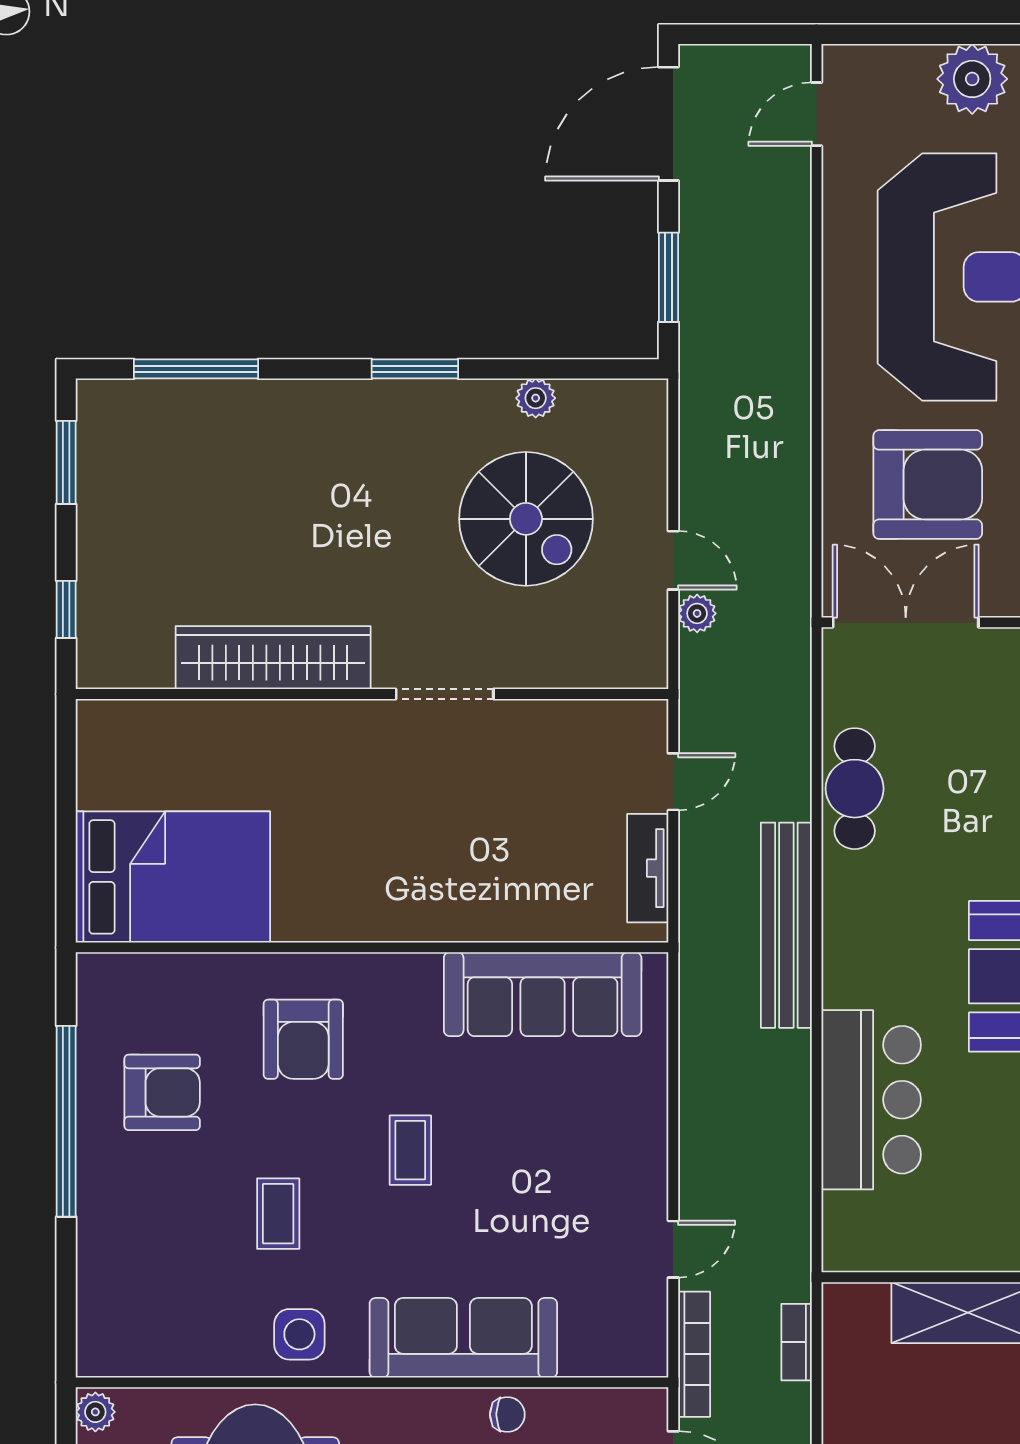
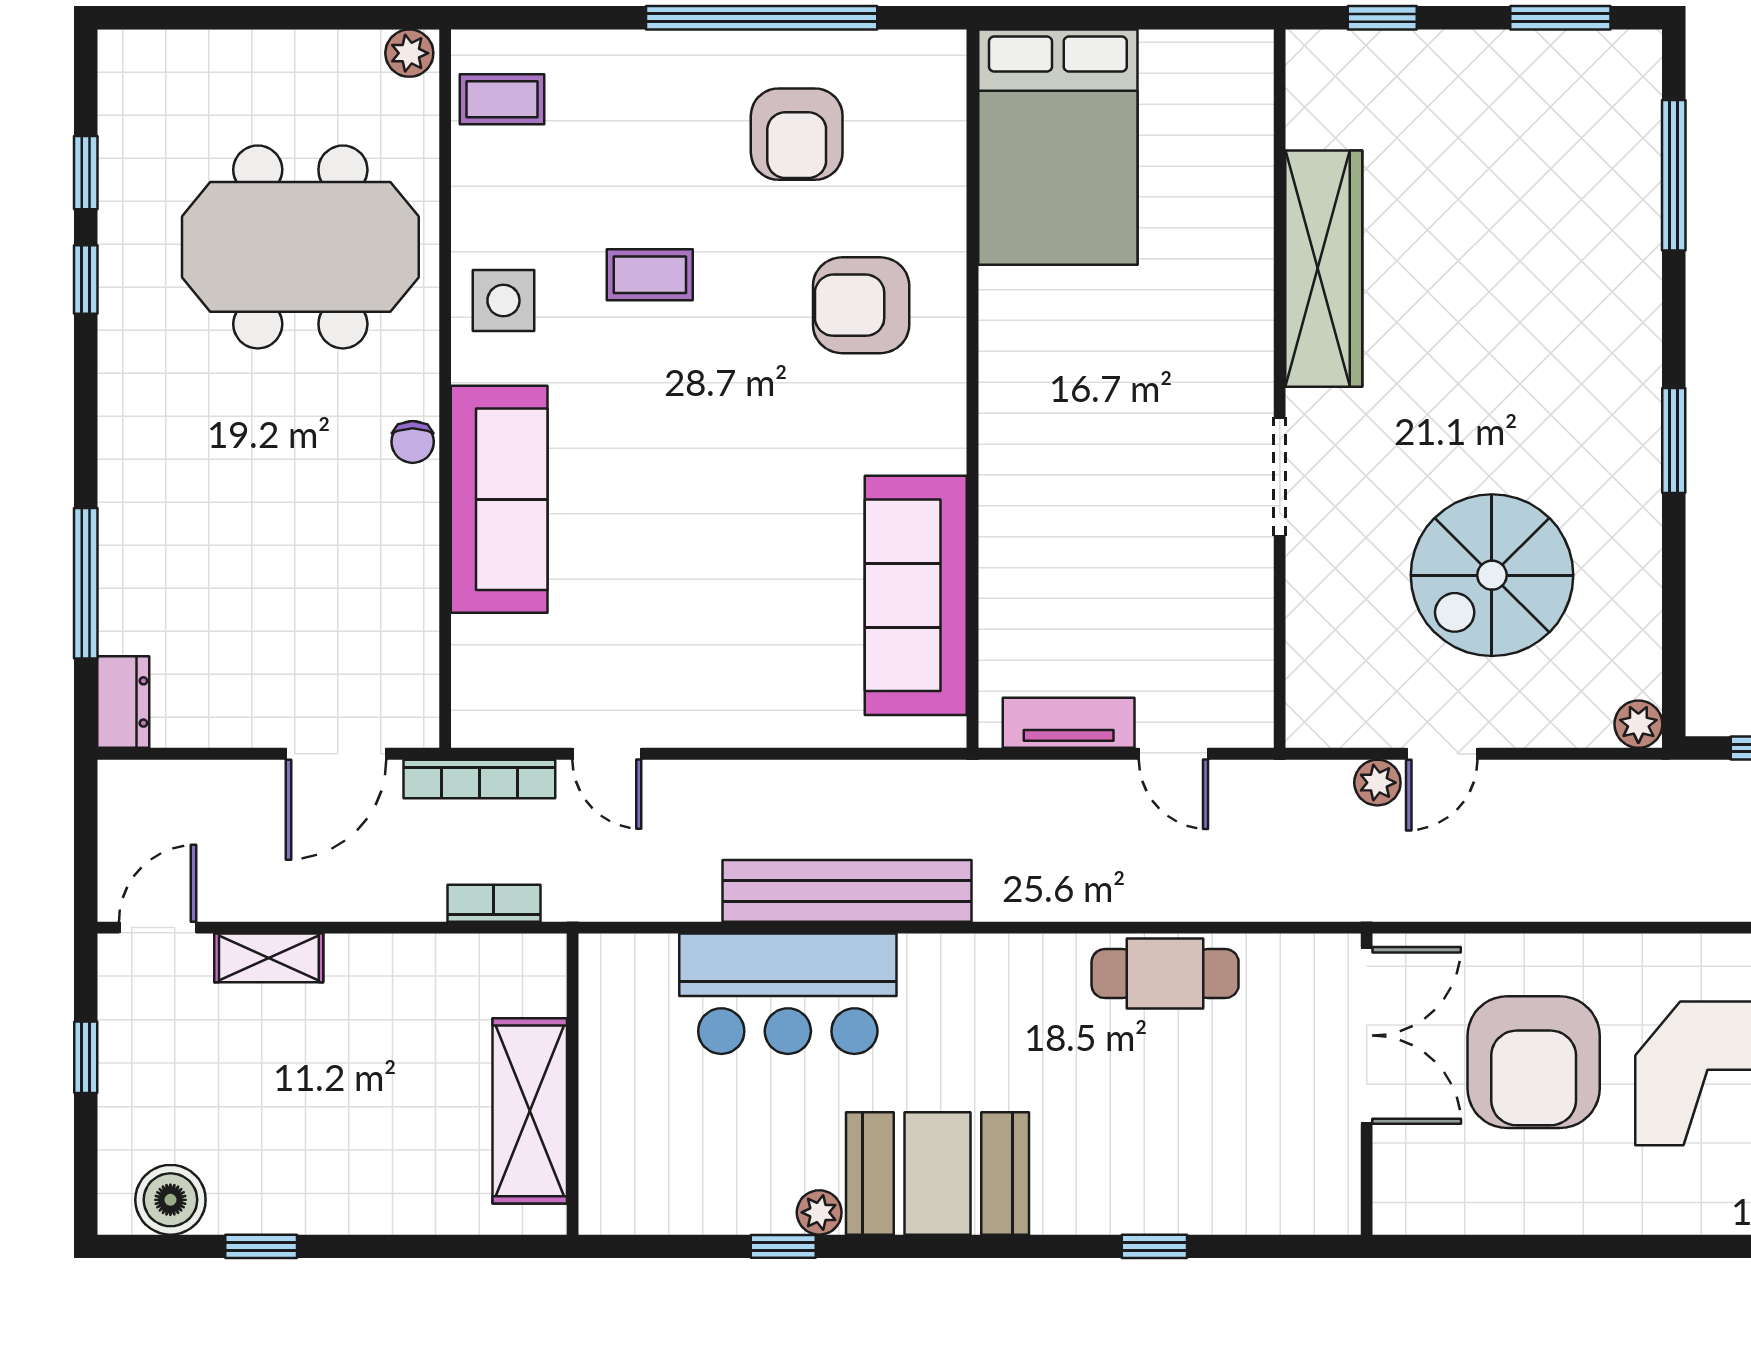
plant: (536, 398) -> (1638, 724), moved
bench: (786, 925) -> (847, 891), moved
coffee table: (410, 1150) -> (502, 99), moved
chair: (507, 1414) -> (413, 442), moved

